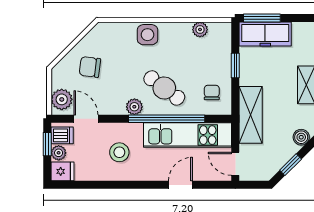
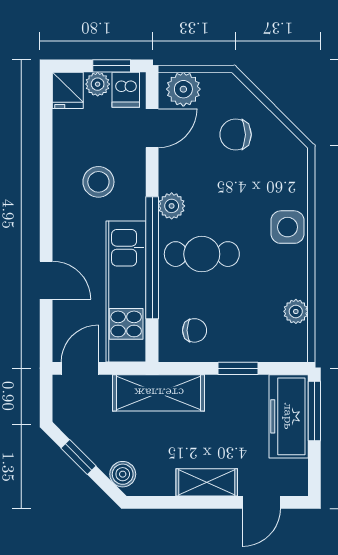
chair: (90, 67) -> (236, 135), turned -97
cafe table: (164, 88) -> (202, 254), turned 53

